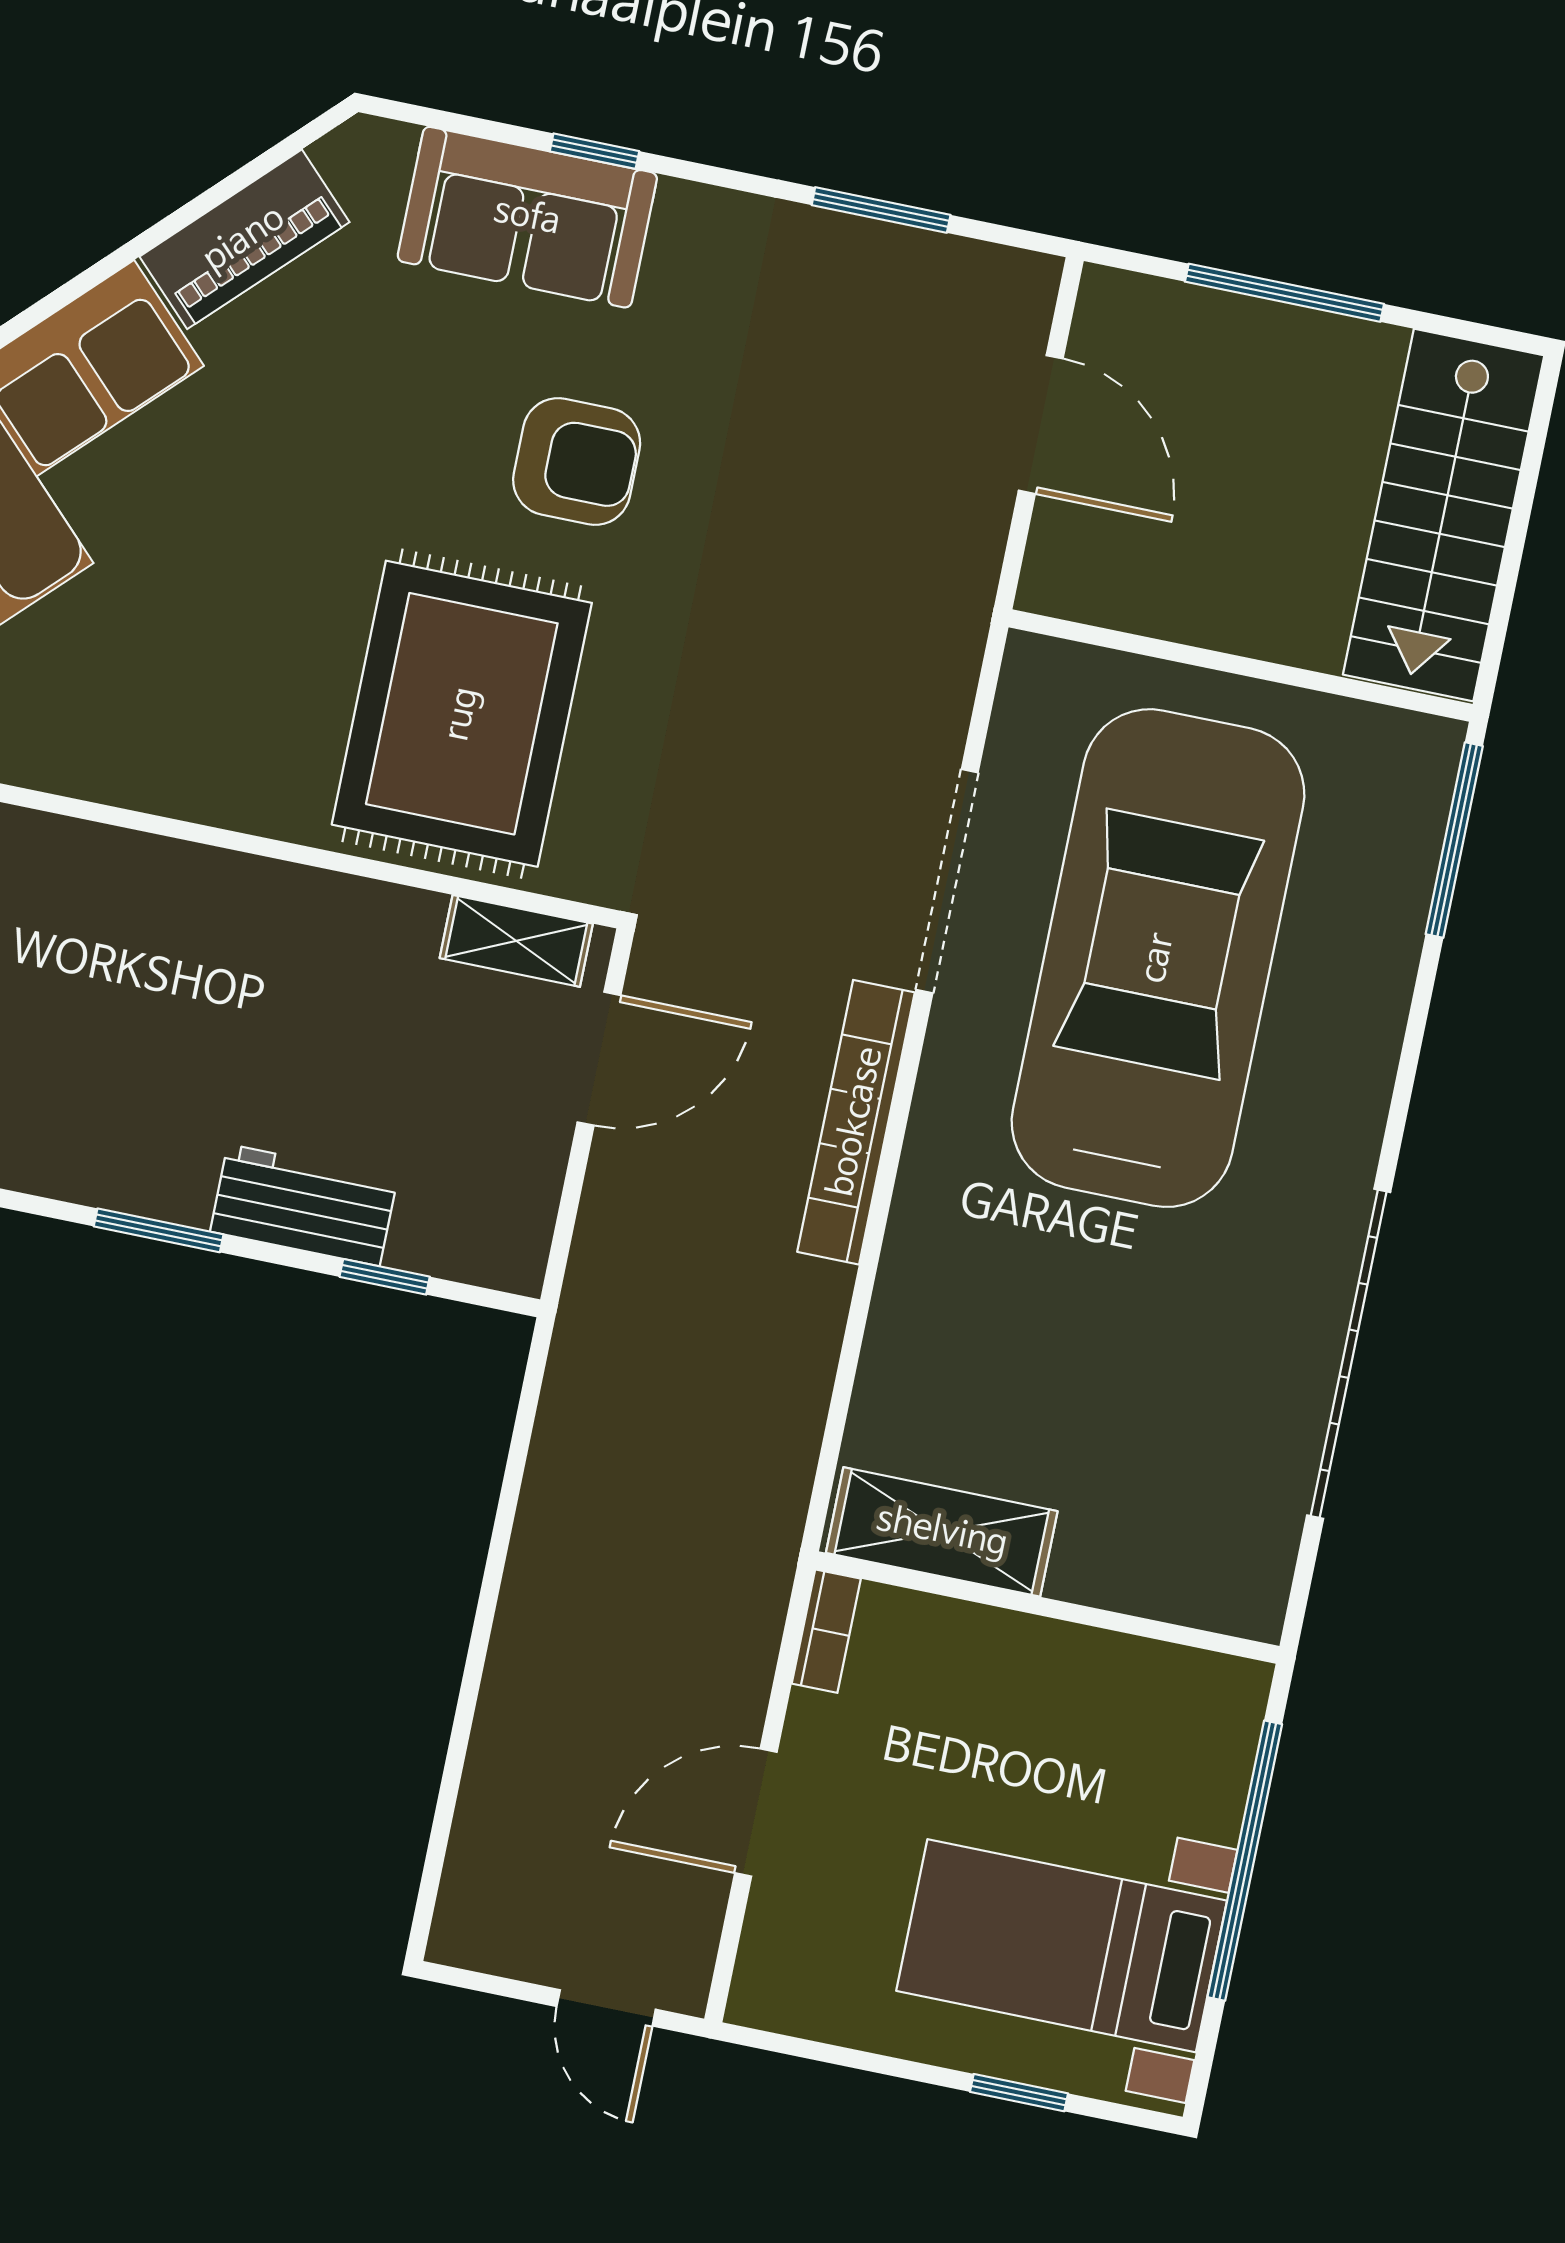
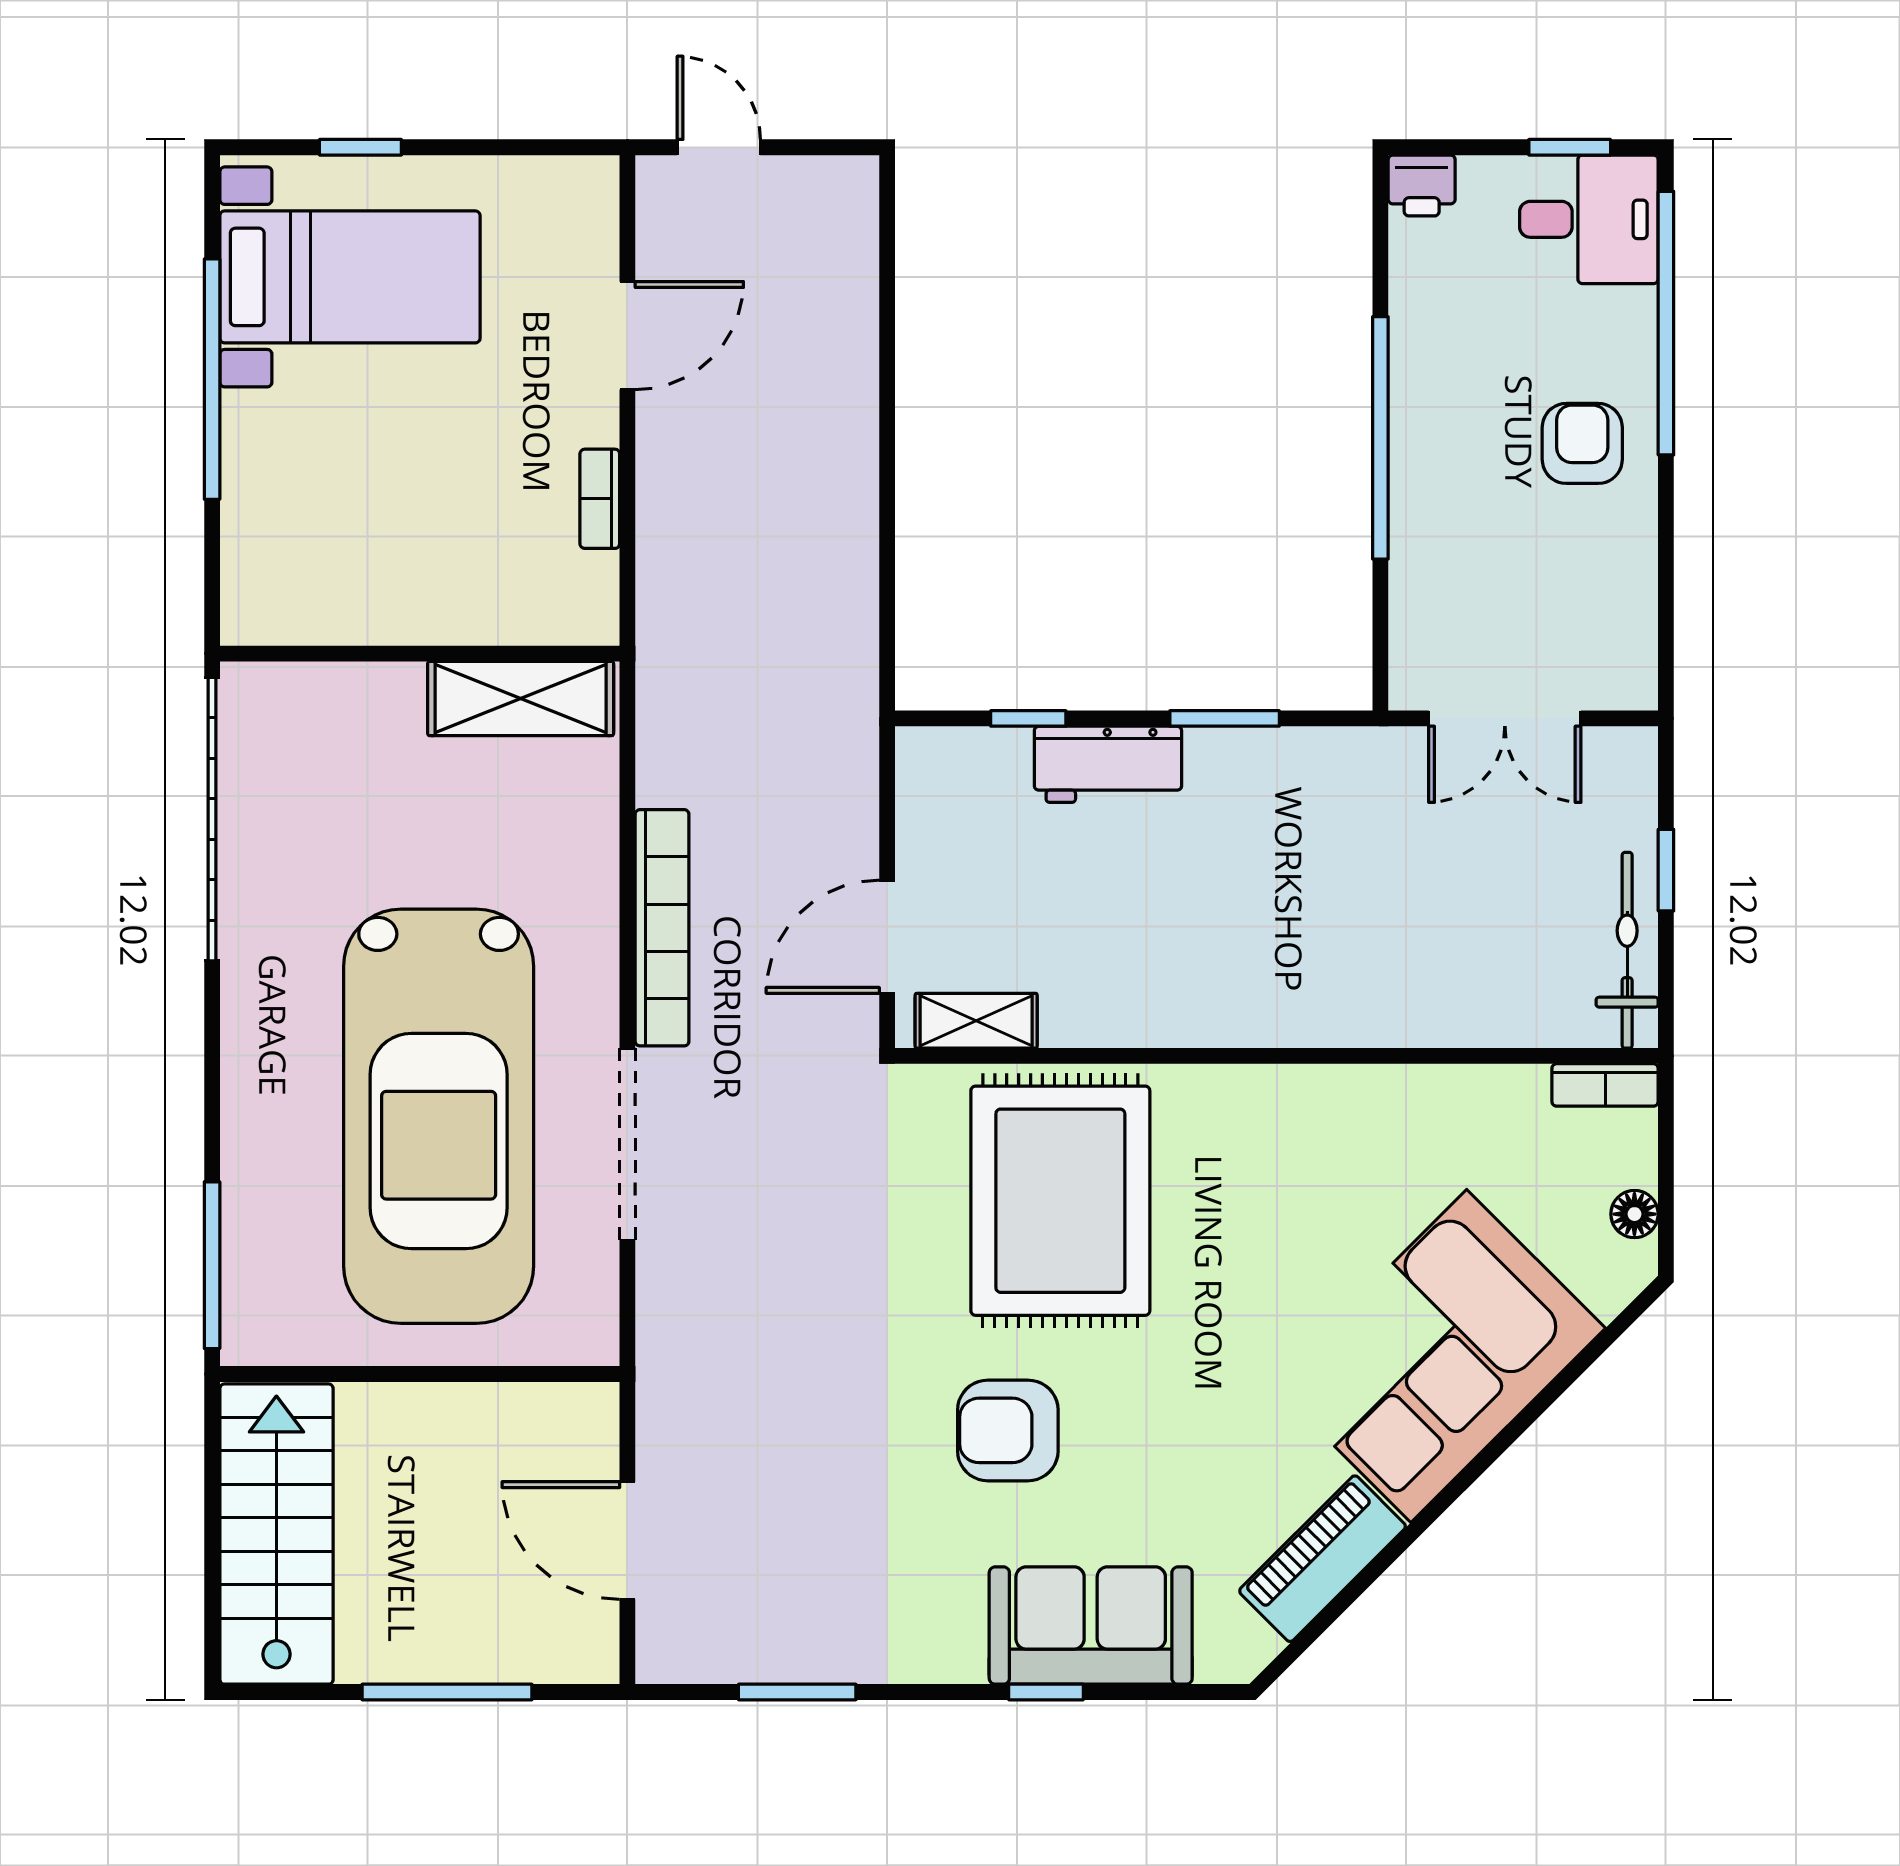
shelving: (942, 1532) -> (521, 699), moved
wall: (1047, 1608) -> (420, 654), moved

